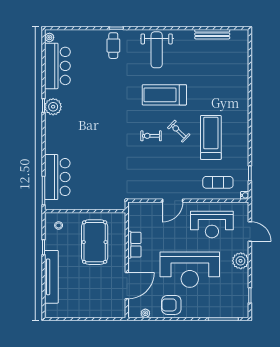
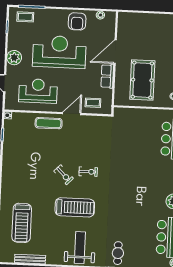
treadmill: (211, 137) -> (22, 223), moved
exercise mat: (218, 182) -> (49, 123), moved
coffee table: (149, 214) -> (93, 103), added
door: (127, 286) -> (115, 52), moved
armchair: (171, 305) -> (77, 21), turned 90
coffee table: (230, 307) -> (25, 17), added

